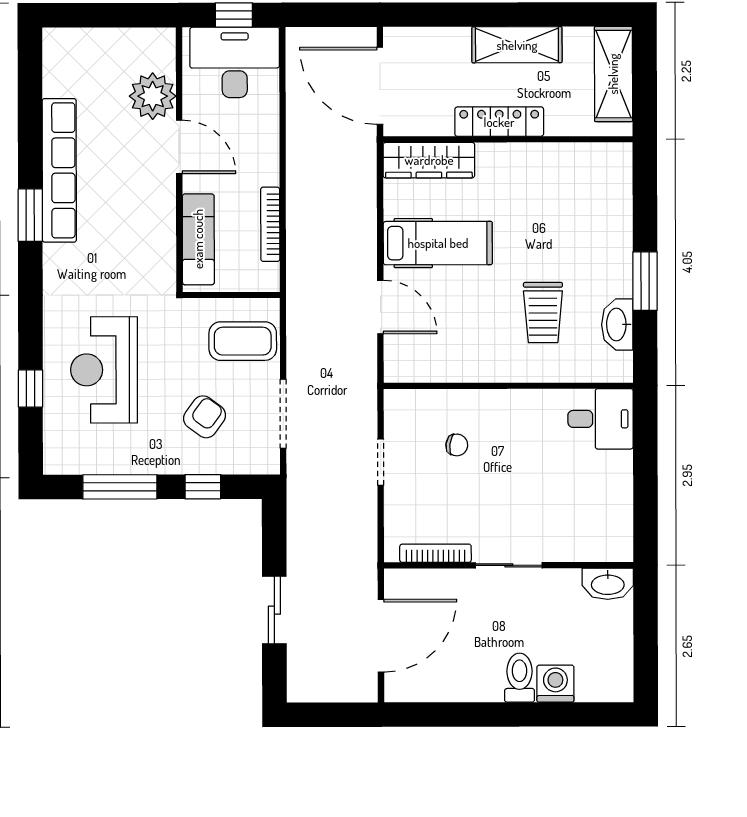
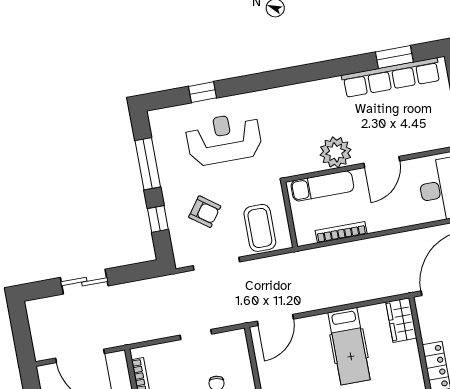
plant: (153, 96) -> (336, 152), moved
wardrobe: (429, 160) -> (401, 320), width x0.67
row of seats: (59, 170) -> (391, 78), moved
window: (30, 215) -> (394, 57), moved
door: (380, 307) -> (275, 320), moved

